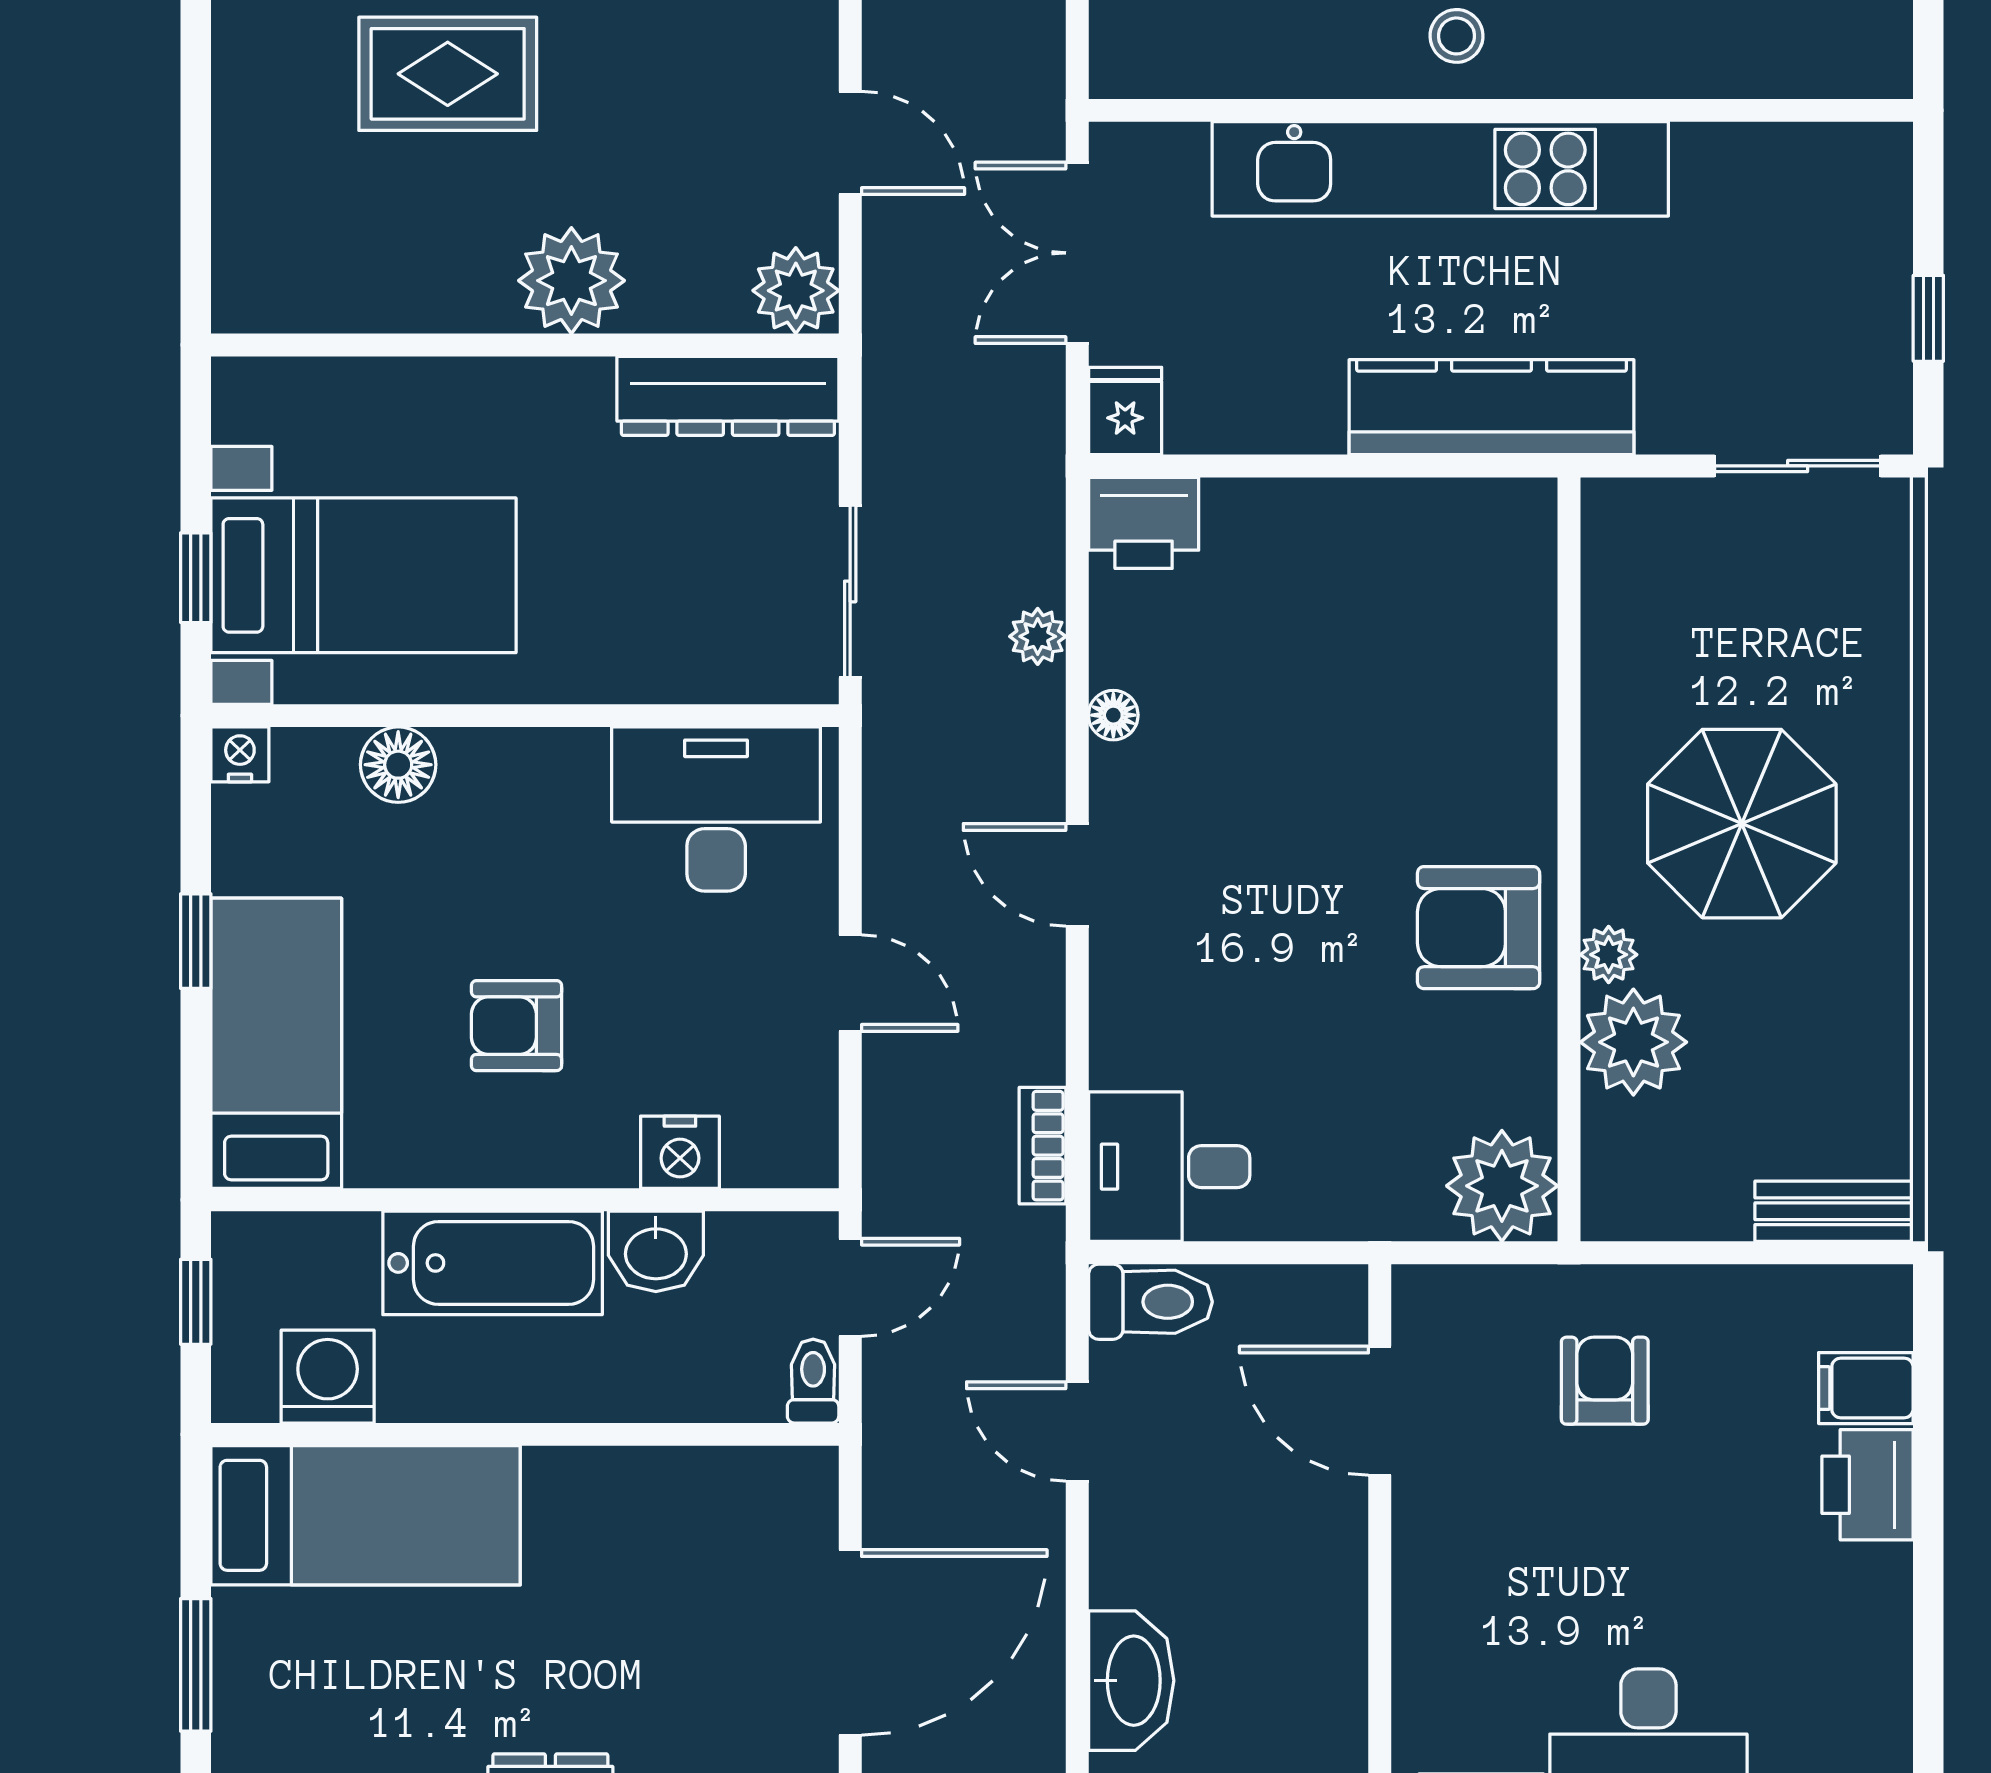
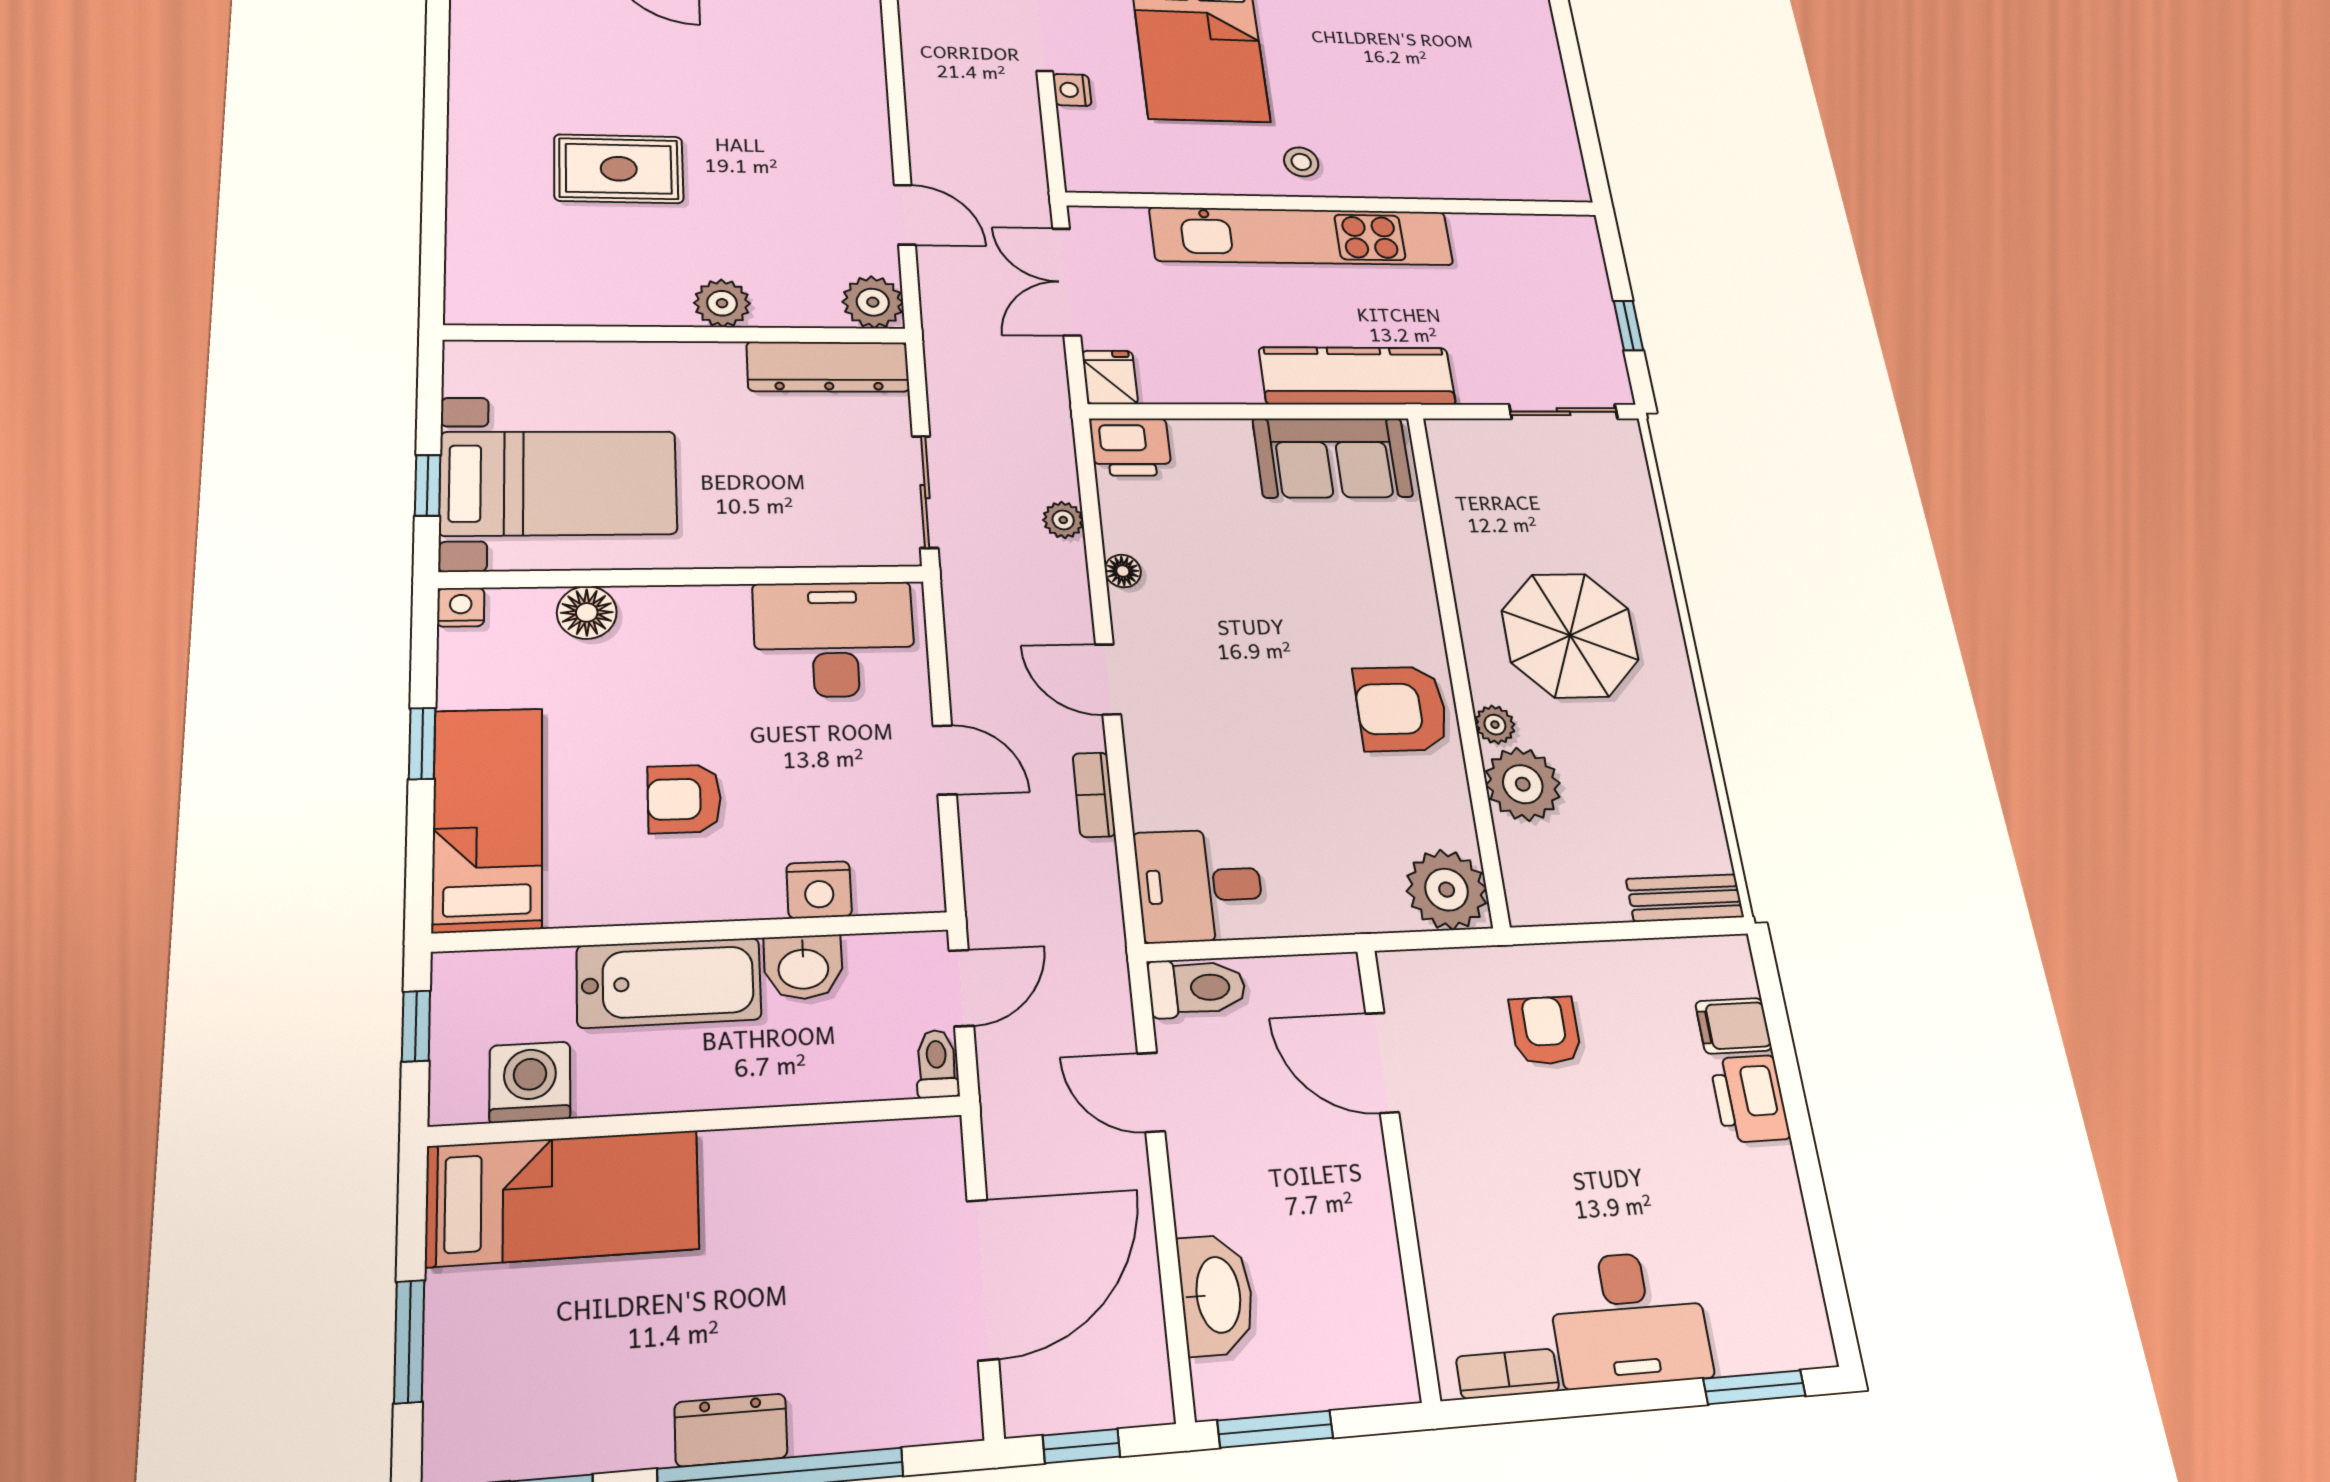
plant: (571, 281) -> (722, 303), width x0.73, depth x0.73
sofa: (1436, 541) -> (1333, 458), added
bookcase: (1042, 1146) -> (1094, 795), moved

